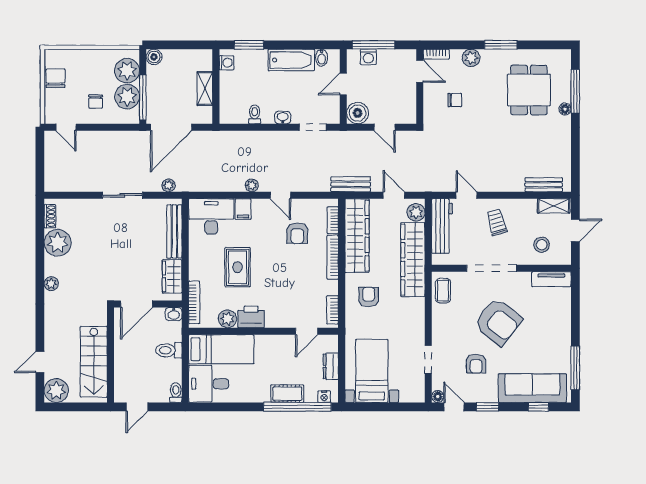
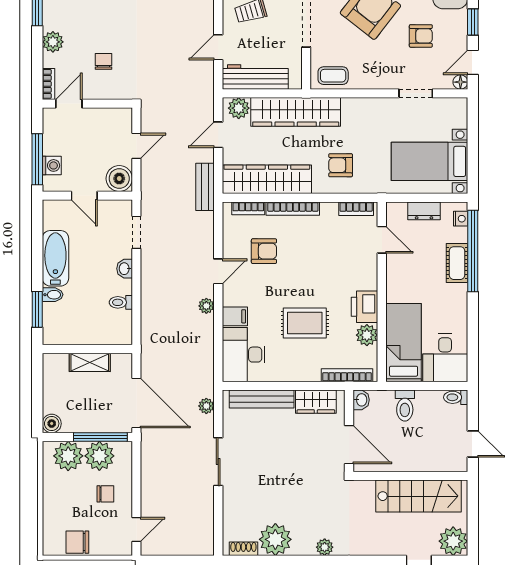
bidet: (322, 58) -> (53, 295), moved
washing machine: (226, 63) -> (59, 336), removed

